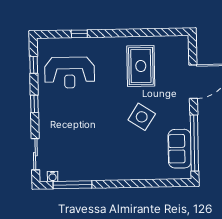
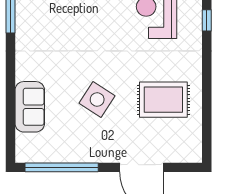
sofa: (180, 149) -> (30, 107), moved, turned 90

